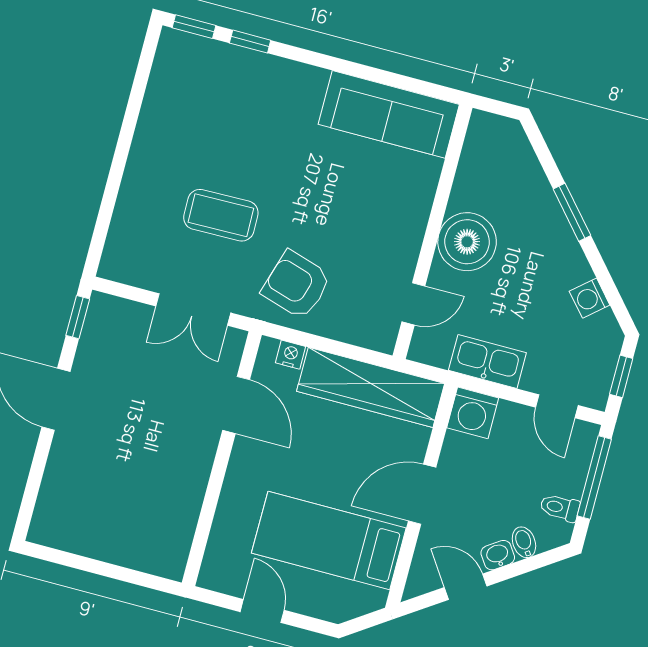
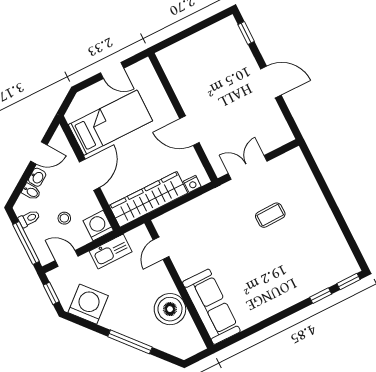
sofa: (389, 114) -> (211, 307), moved, turned 90
window: (572, 212) -> (130, 342), width x1.44
coffee table: (221, 215) -> (270, 215), width x0.73, depth x0.77
boiler: (467, 242) -> (170, 309), moved
armchair: (296, 285) -> (215, 214), removed
washing machine: (590, 298) -> (88, 304), width x1.89, depth x1.89
window: (78, 317) -> (246, 33), moved
door: (236, 405) -> (189, 131), moved
stool: (510, 465) -> (64, 218), added

